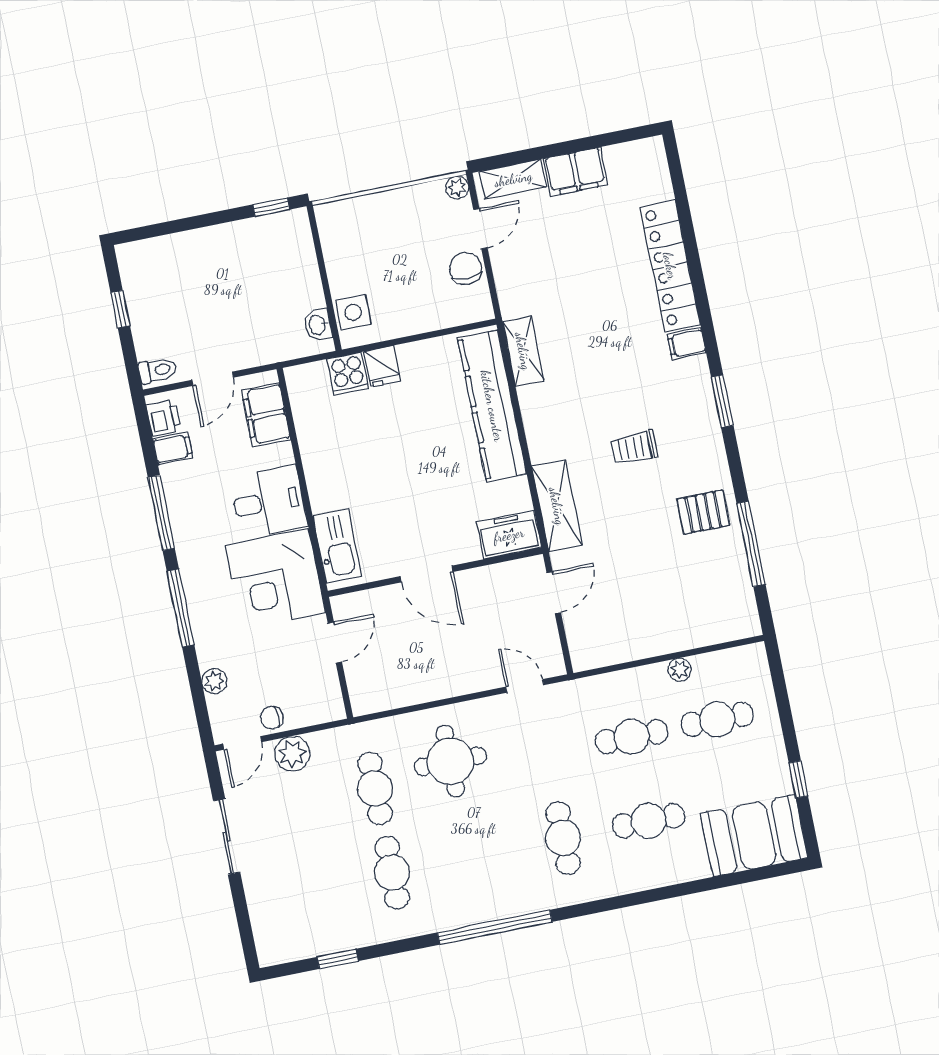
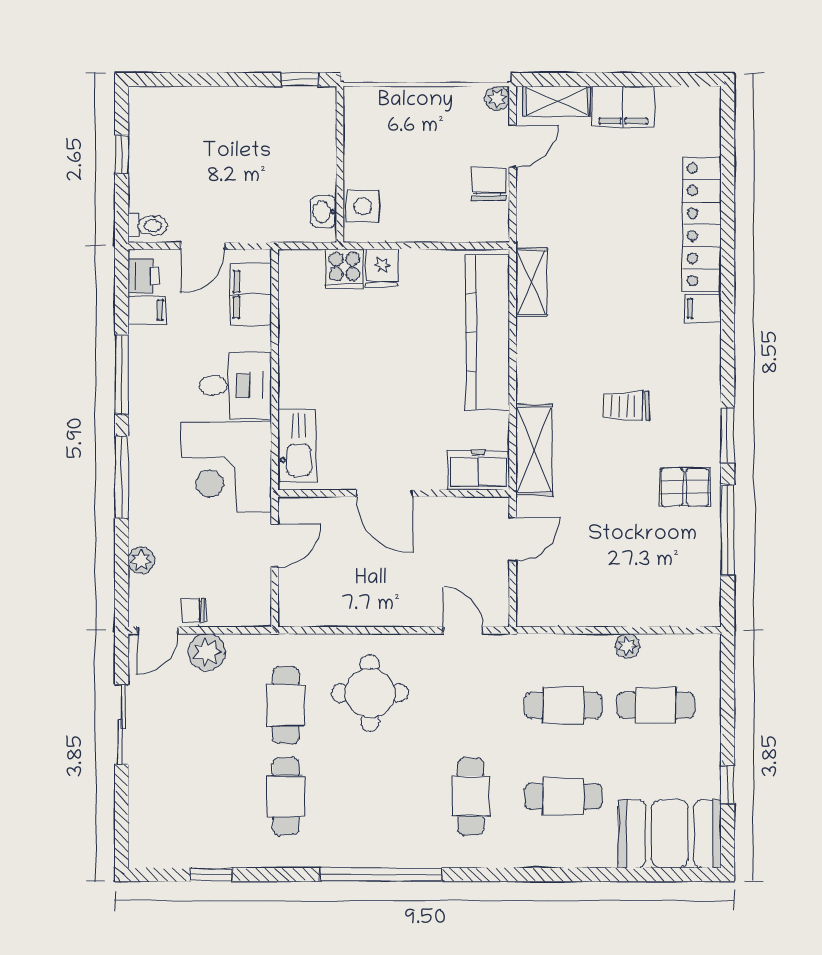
window: (722, 401) -> (728, 436), moved

